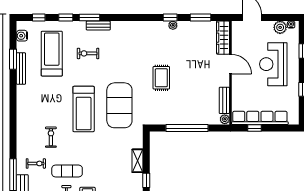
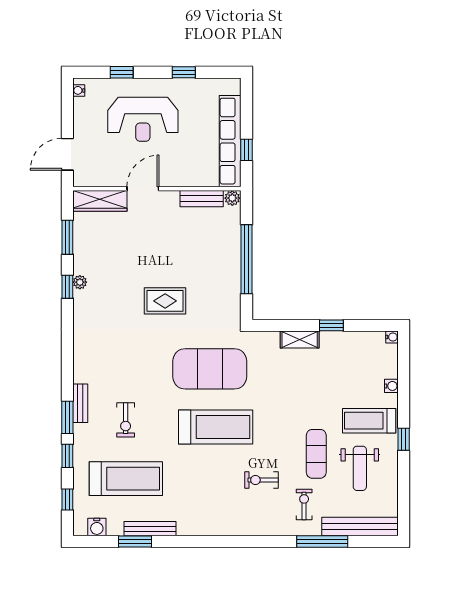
plant: (280, 27) -> (83, 108), removed
treadmill: (52, 54) -> (126, 479), turned 180

